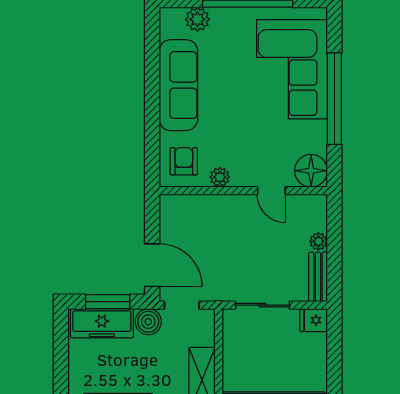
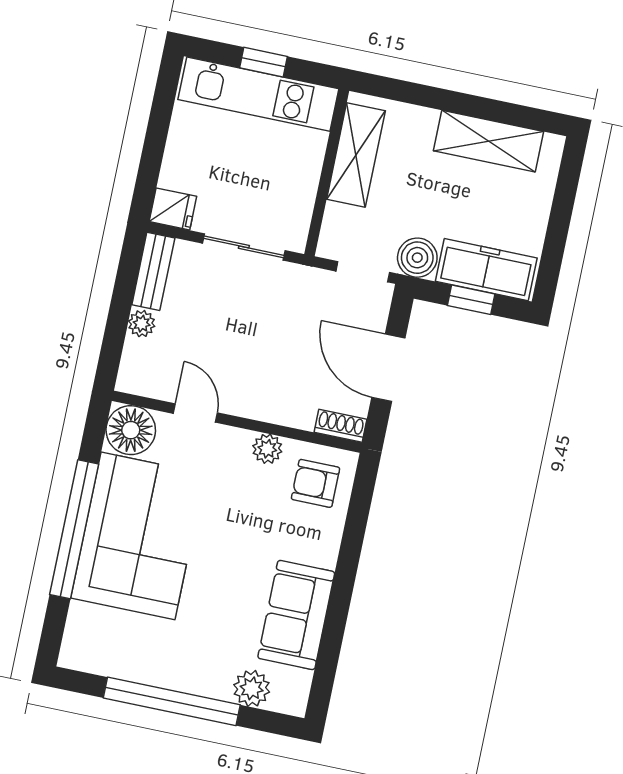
corner sofa: (292, 69) -> (138, 536), moved
sofa: (178, 85) -> (296, 615), width x0.73
armchair: (184, 161) -> (315, 483), turned 90
shoe rack: (175, 202) -> (340, 426), added
door: (152, 265) -> (388, 368), moved
window: (108, 302) -> (471, 300), width x0.67

